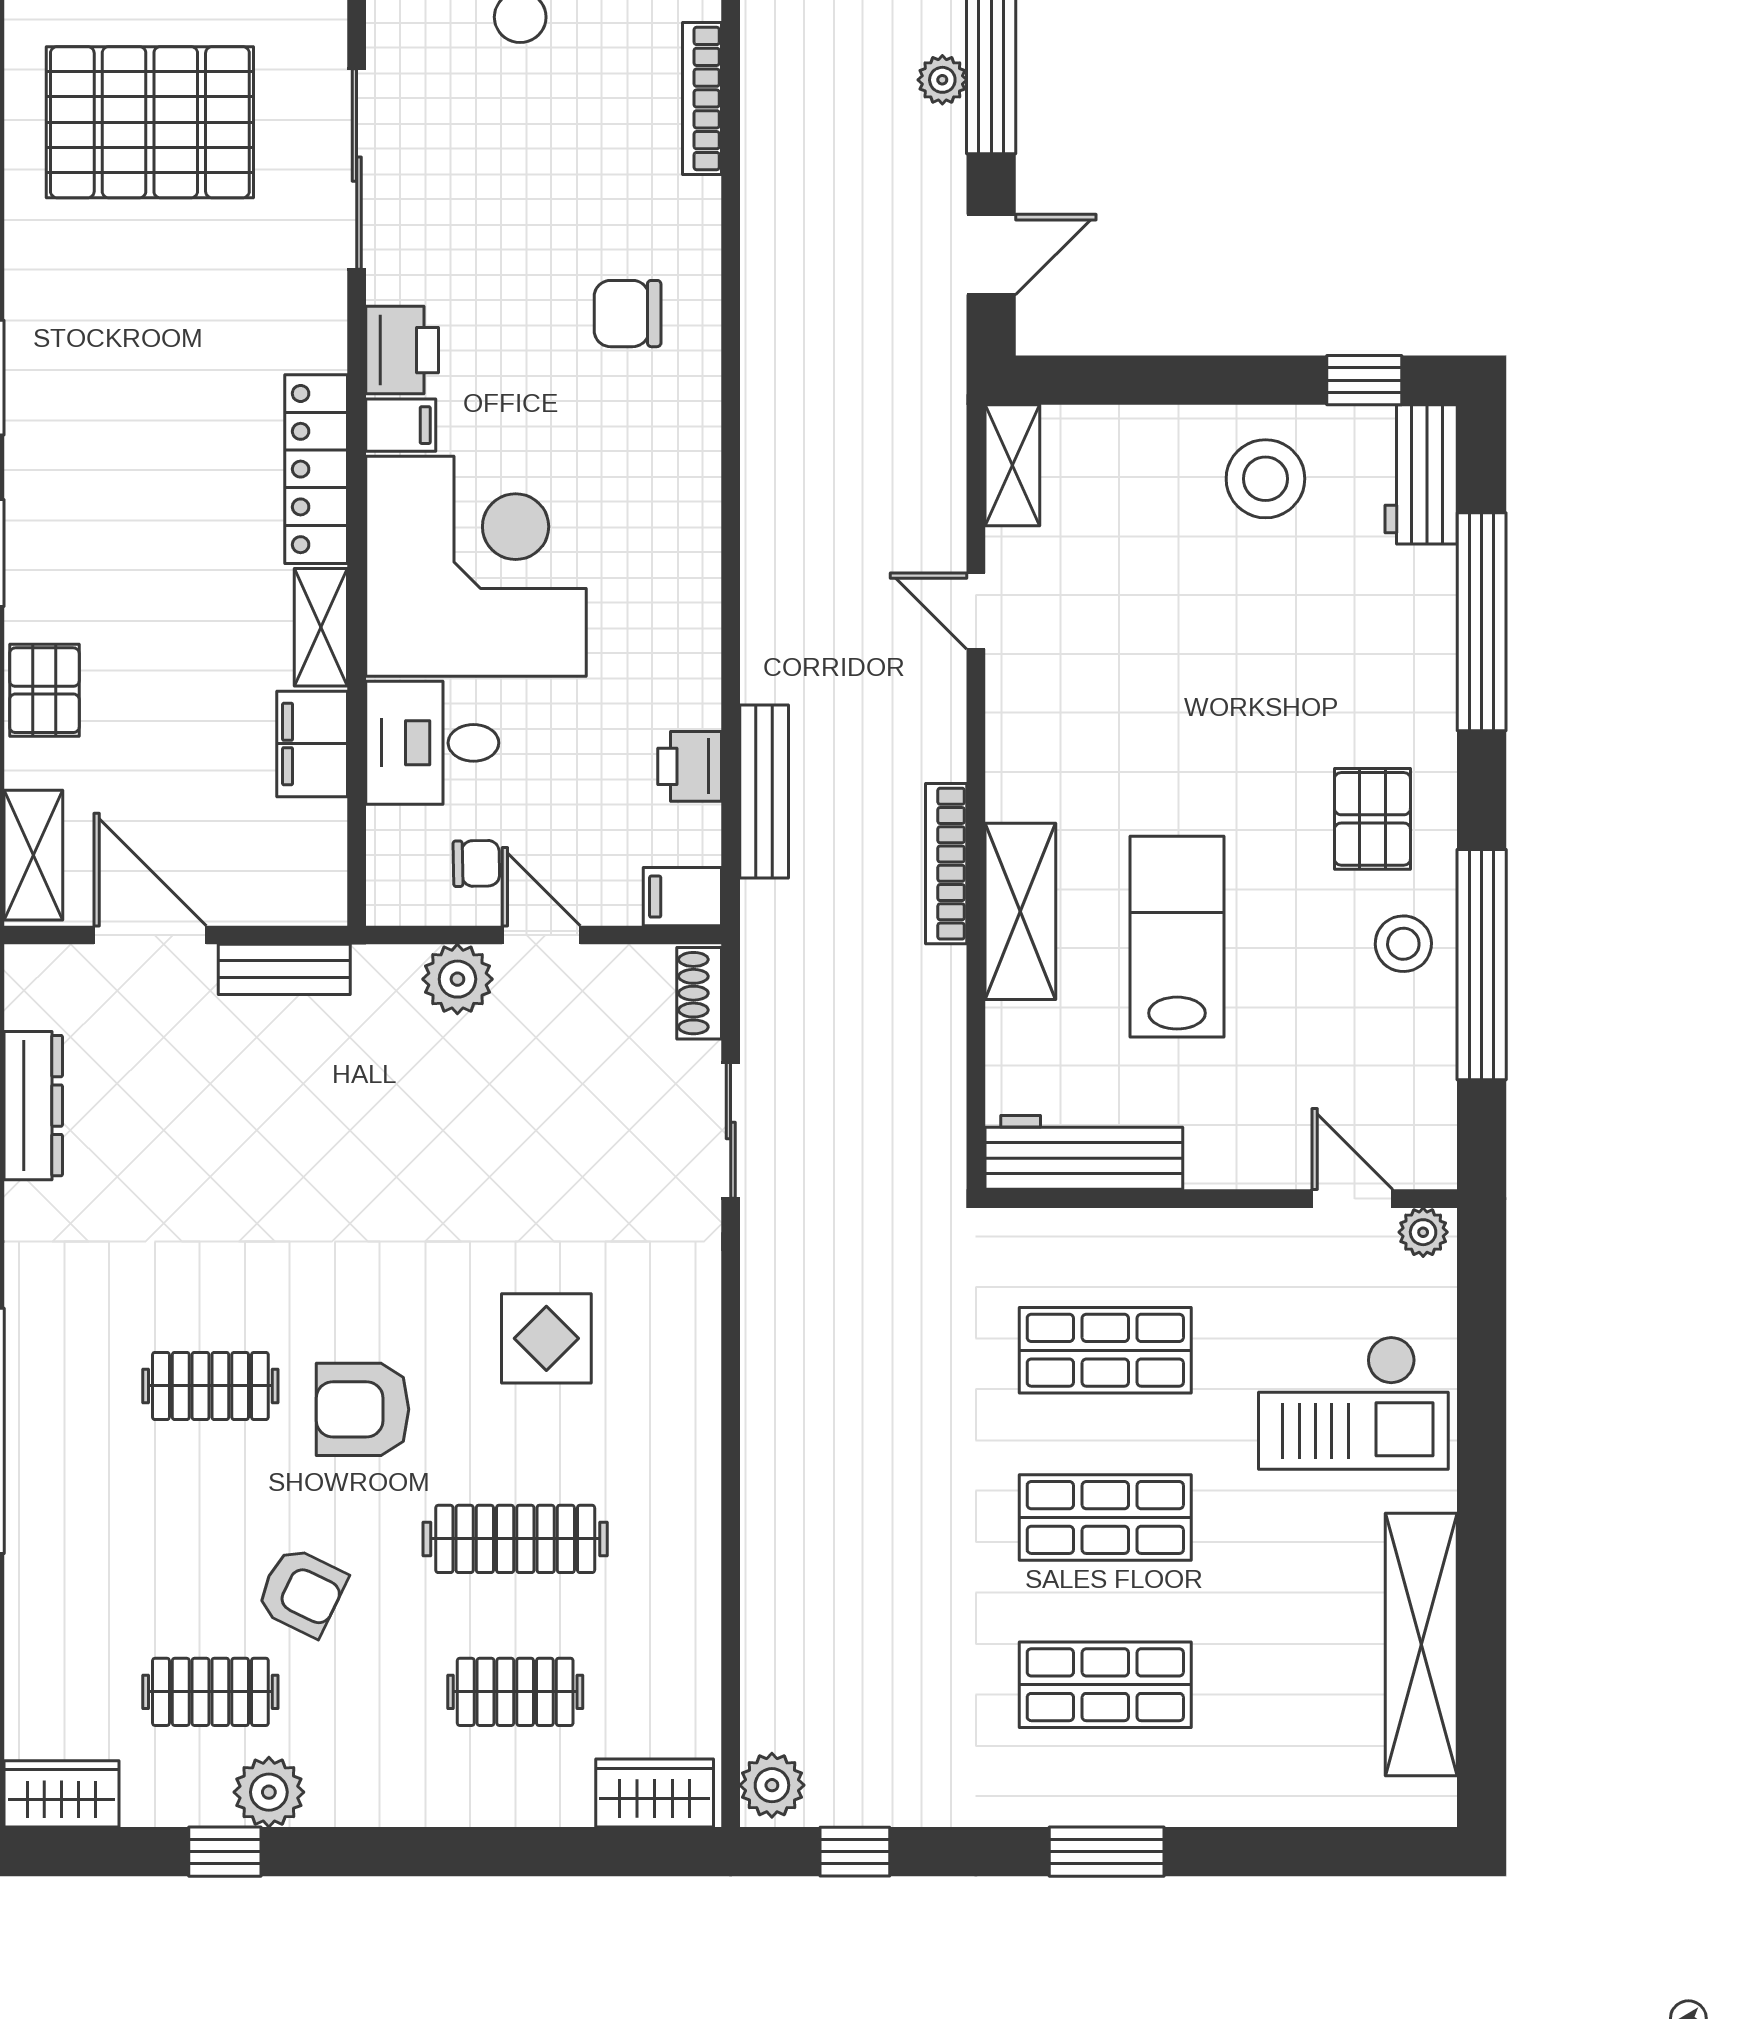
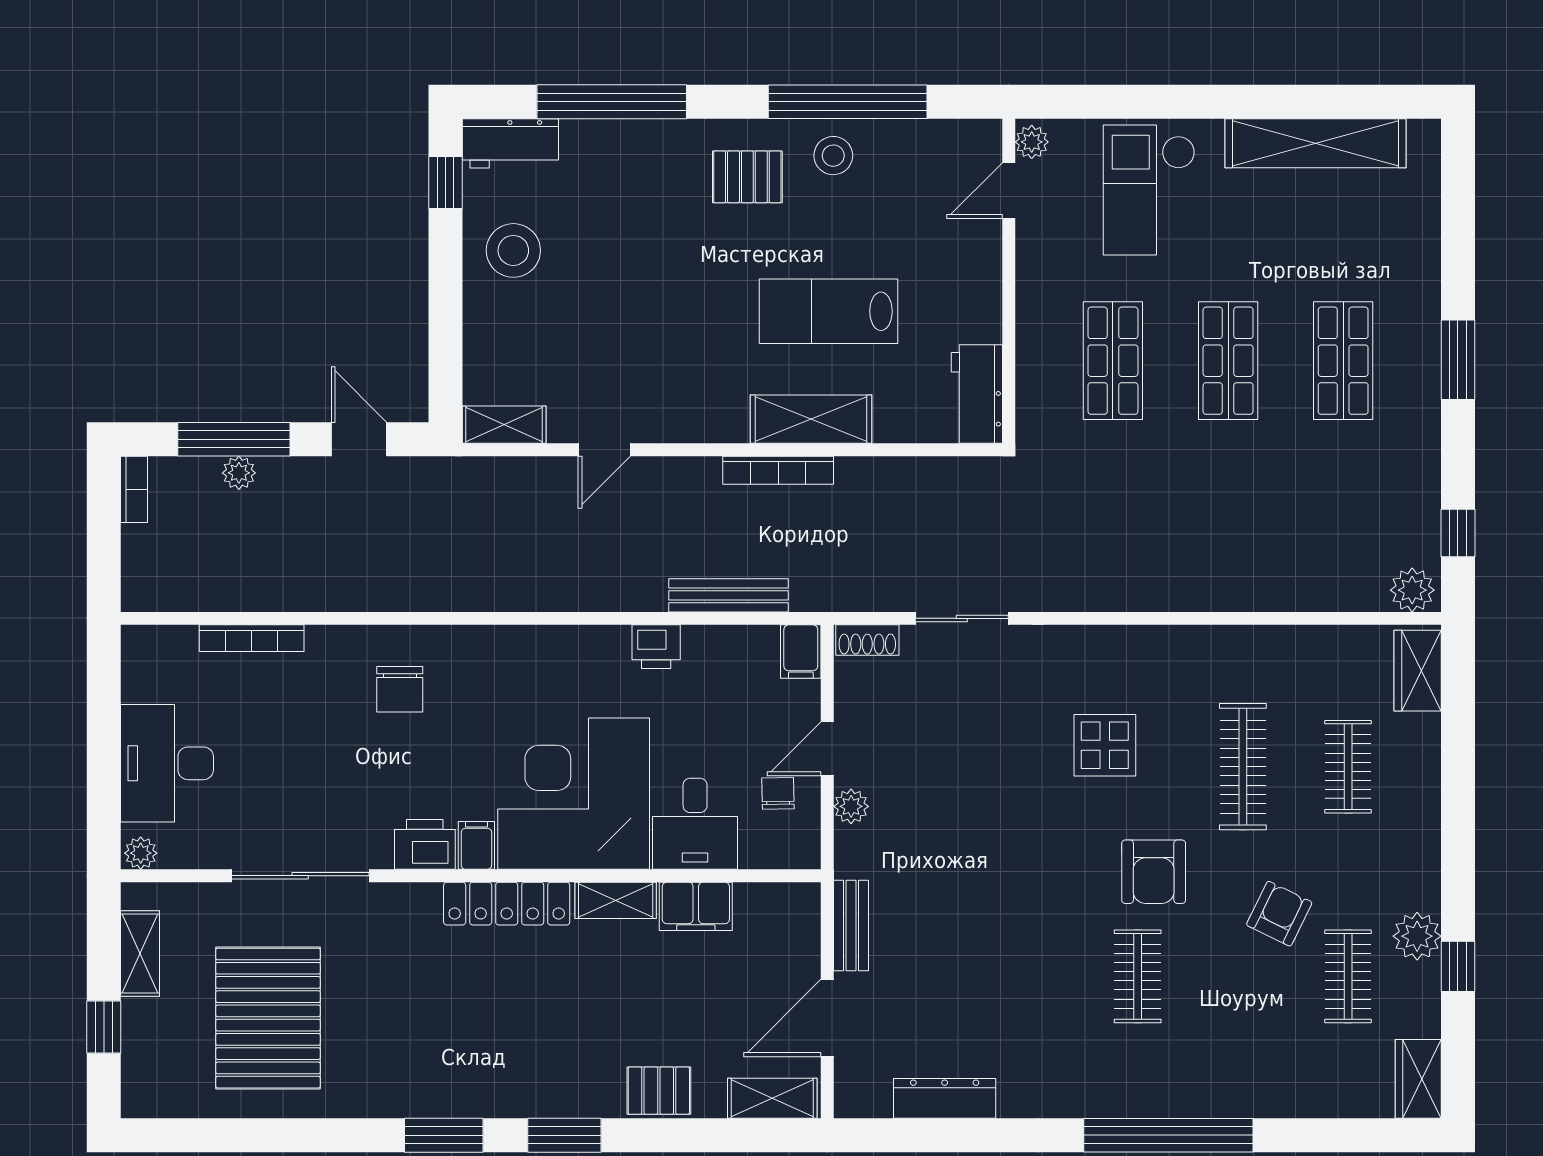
printer: (690, 766) -> (656, 647), moved
plant: (457, 979) -> (851, 806), width x0.73, depth x0.73
workbench: (1084, 1152) -> (977, 394), width x0.73
checkout: (1353, 1403) -> (1149, 190), turned 180

